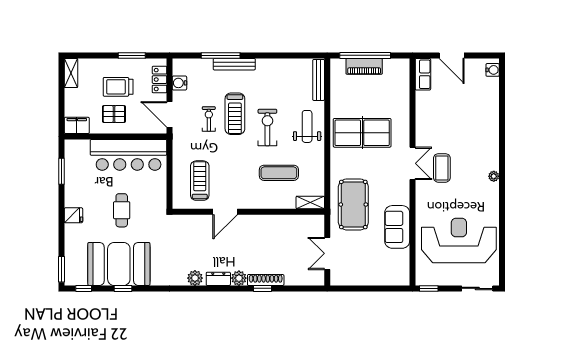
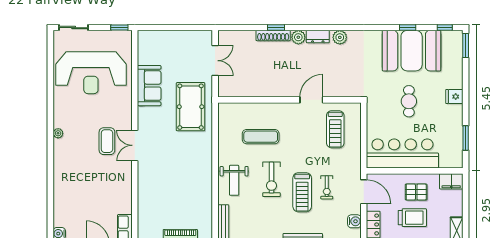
treadmill: (235, 114) -> (302, 192), turned 180
table tennis table: (362, 133) -> (182, 174), removed
shelving: (310, 203) -> (231, 109), removed

